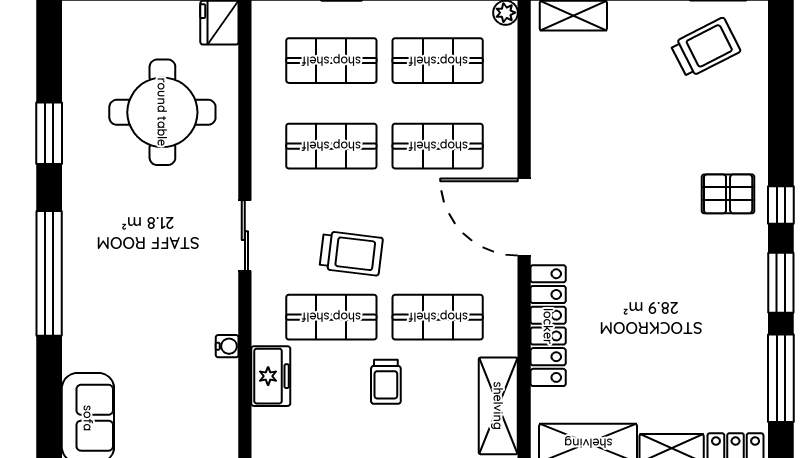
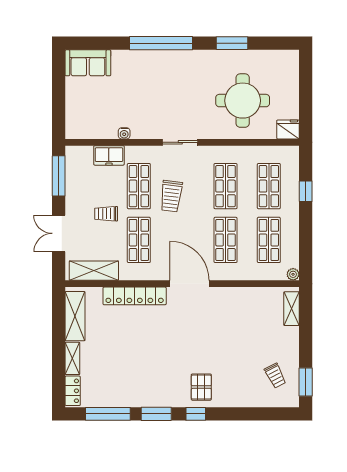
trolley: (705, 48) -> (275, 376), width x0.73, depth x0.72
door: (524, 217) -> (190, 284), hinge flipped

